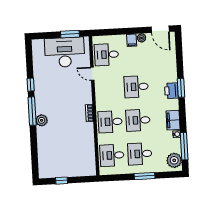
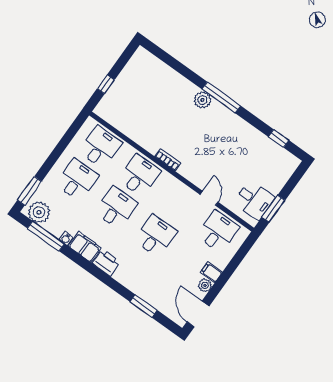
door: (160, 29) -> (198, 314), hinge flipped
desk: (65, 52) -> (254, 200), width x0.53, depth x0.77
door: (92, 74) -> (209, 198), hinge flipped
window: (31, 85) -> (279, 139), moved
window: (181, 88) -> (144, 306), moved
printer: (171, 91) -> (106, 262), moved
window: (145, 176) -> (29, 191), moved
window: (62, 181) -> (106, 84), moved

